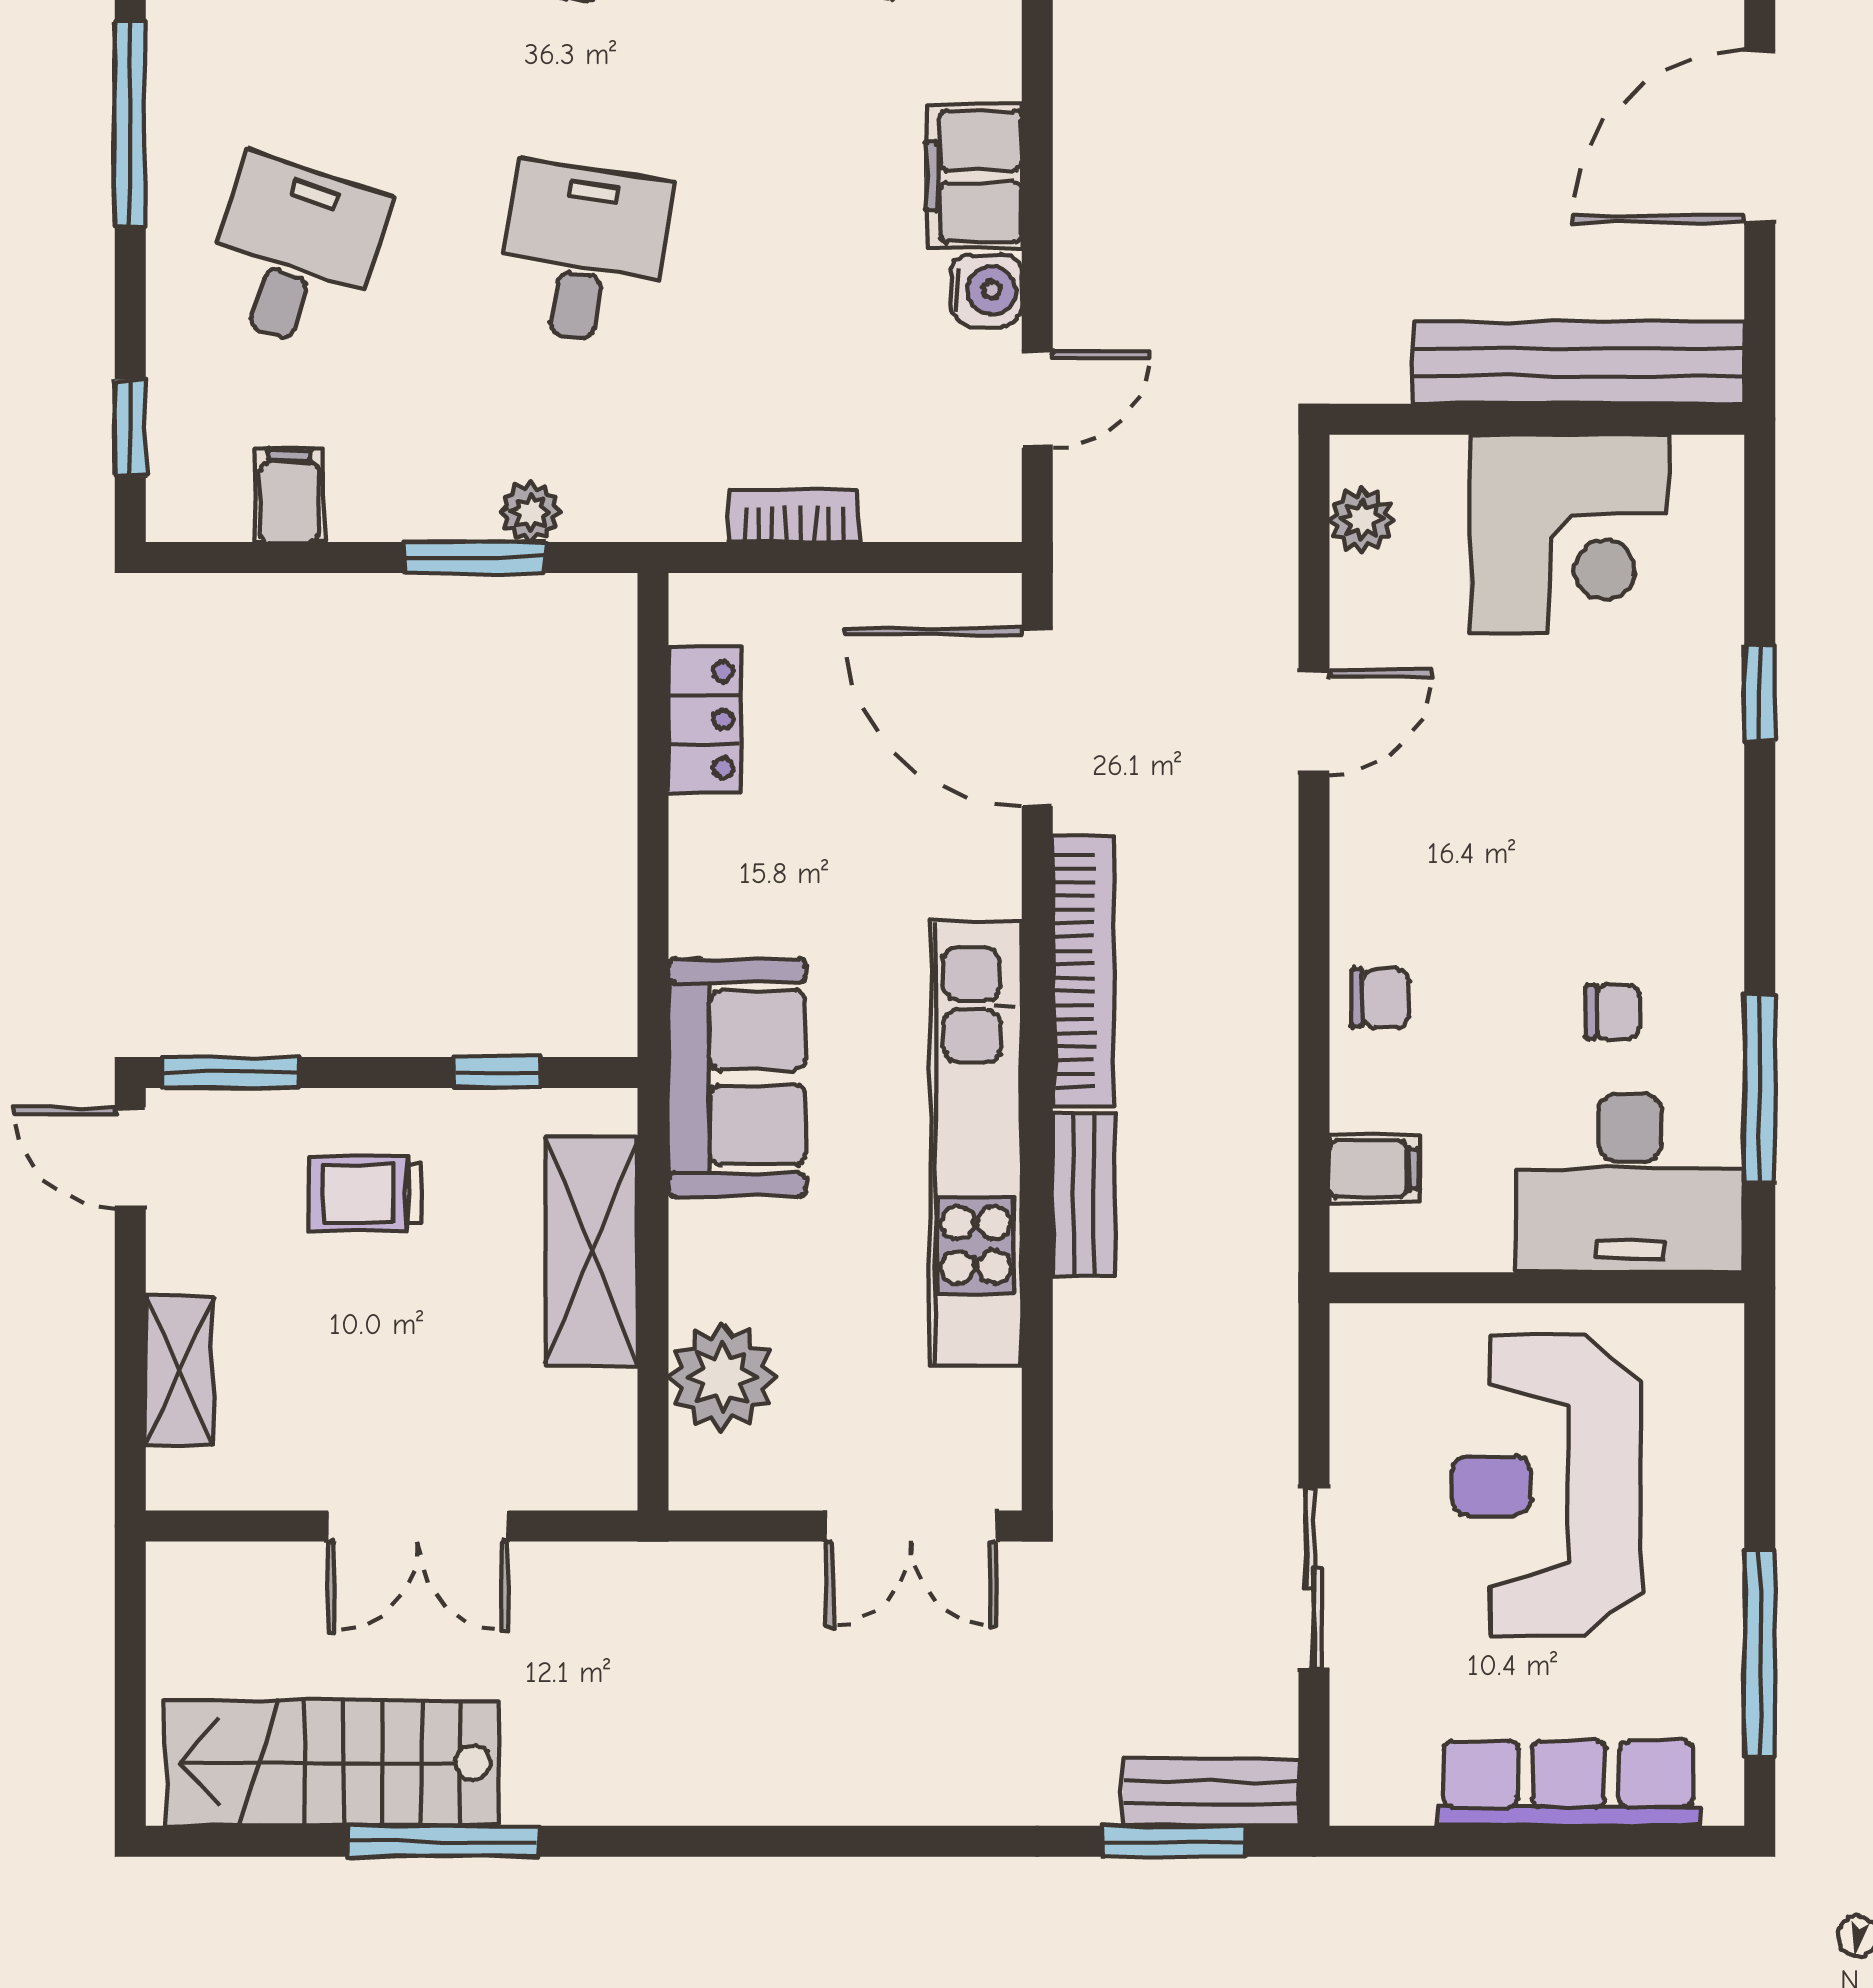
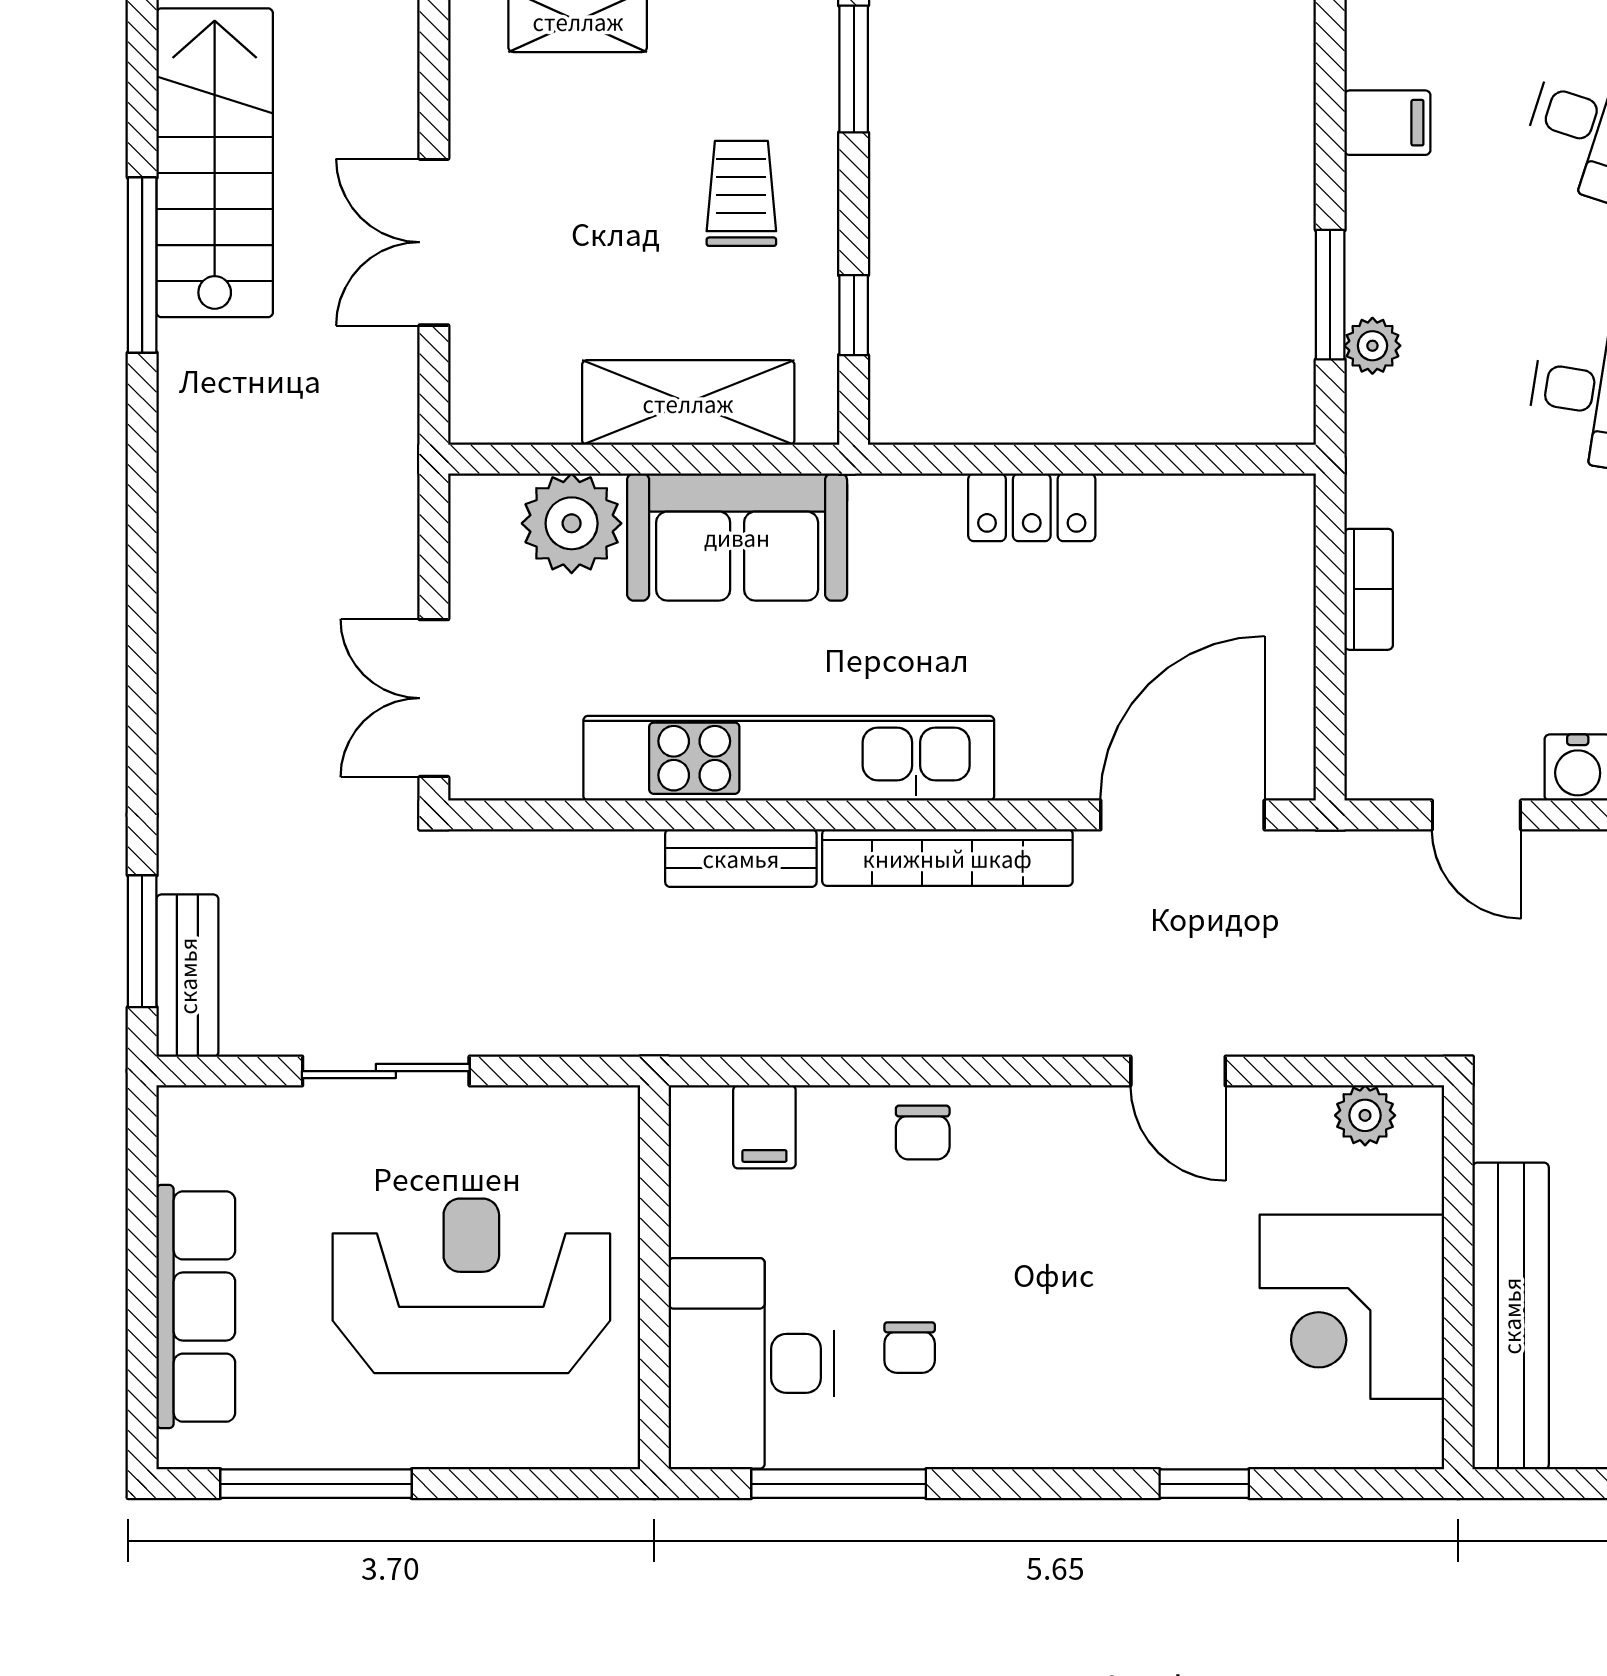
locker: (705, 720) -> (1032, 507), moved
sofa: (737, 1077) -> (737, 537), moved

